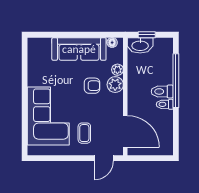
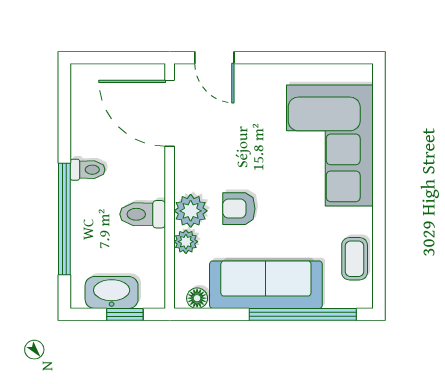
window: (61, 35) -> (303, 314), added
washbasin: (140, 45) -> (112, 292), moved
toilet: (162, 91) -> (143, 214), moved, turned 180
coffee table: (84, 133) -> (355, 259), moved
door: (104, 158) -> (214, 58), swing flipped

